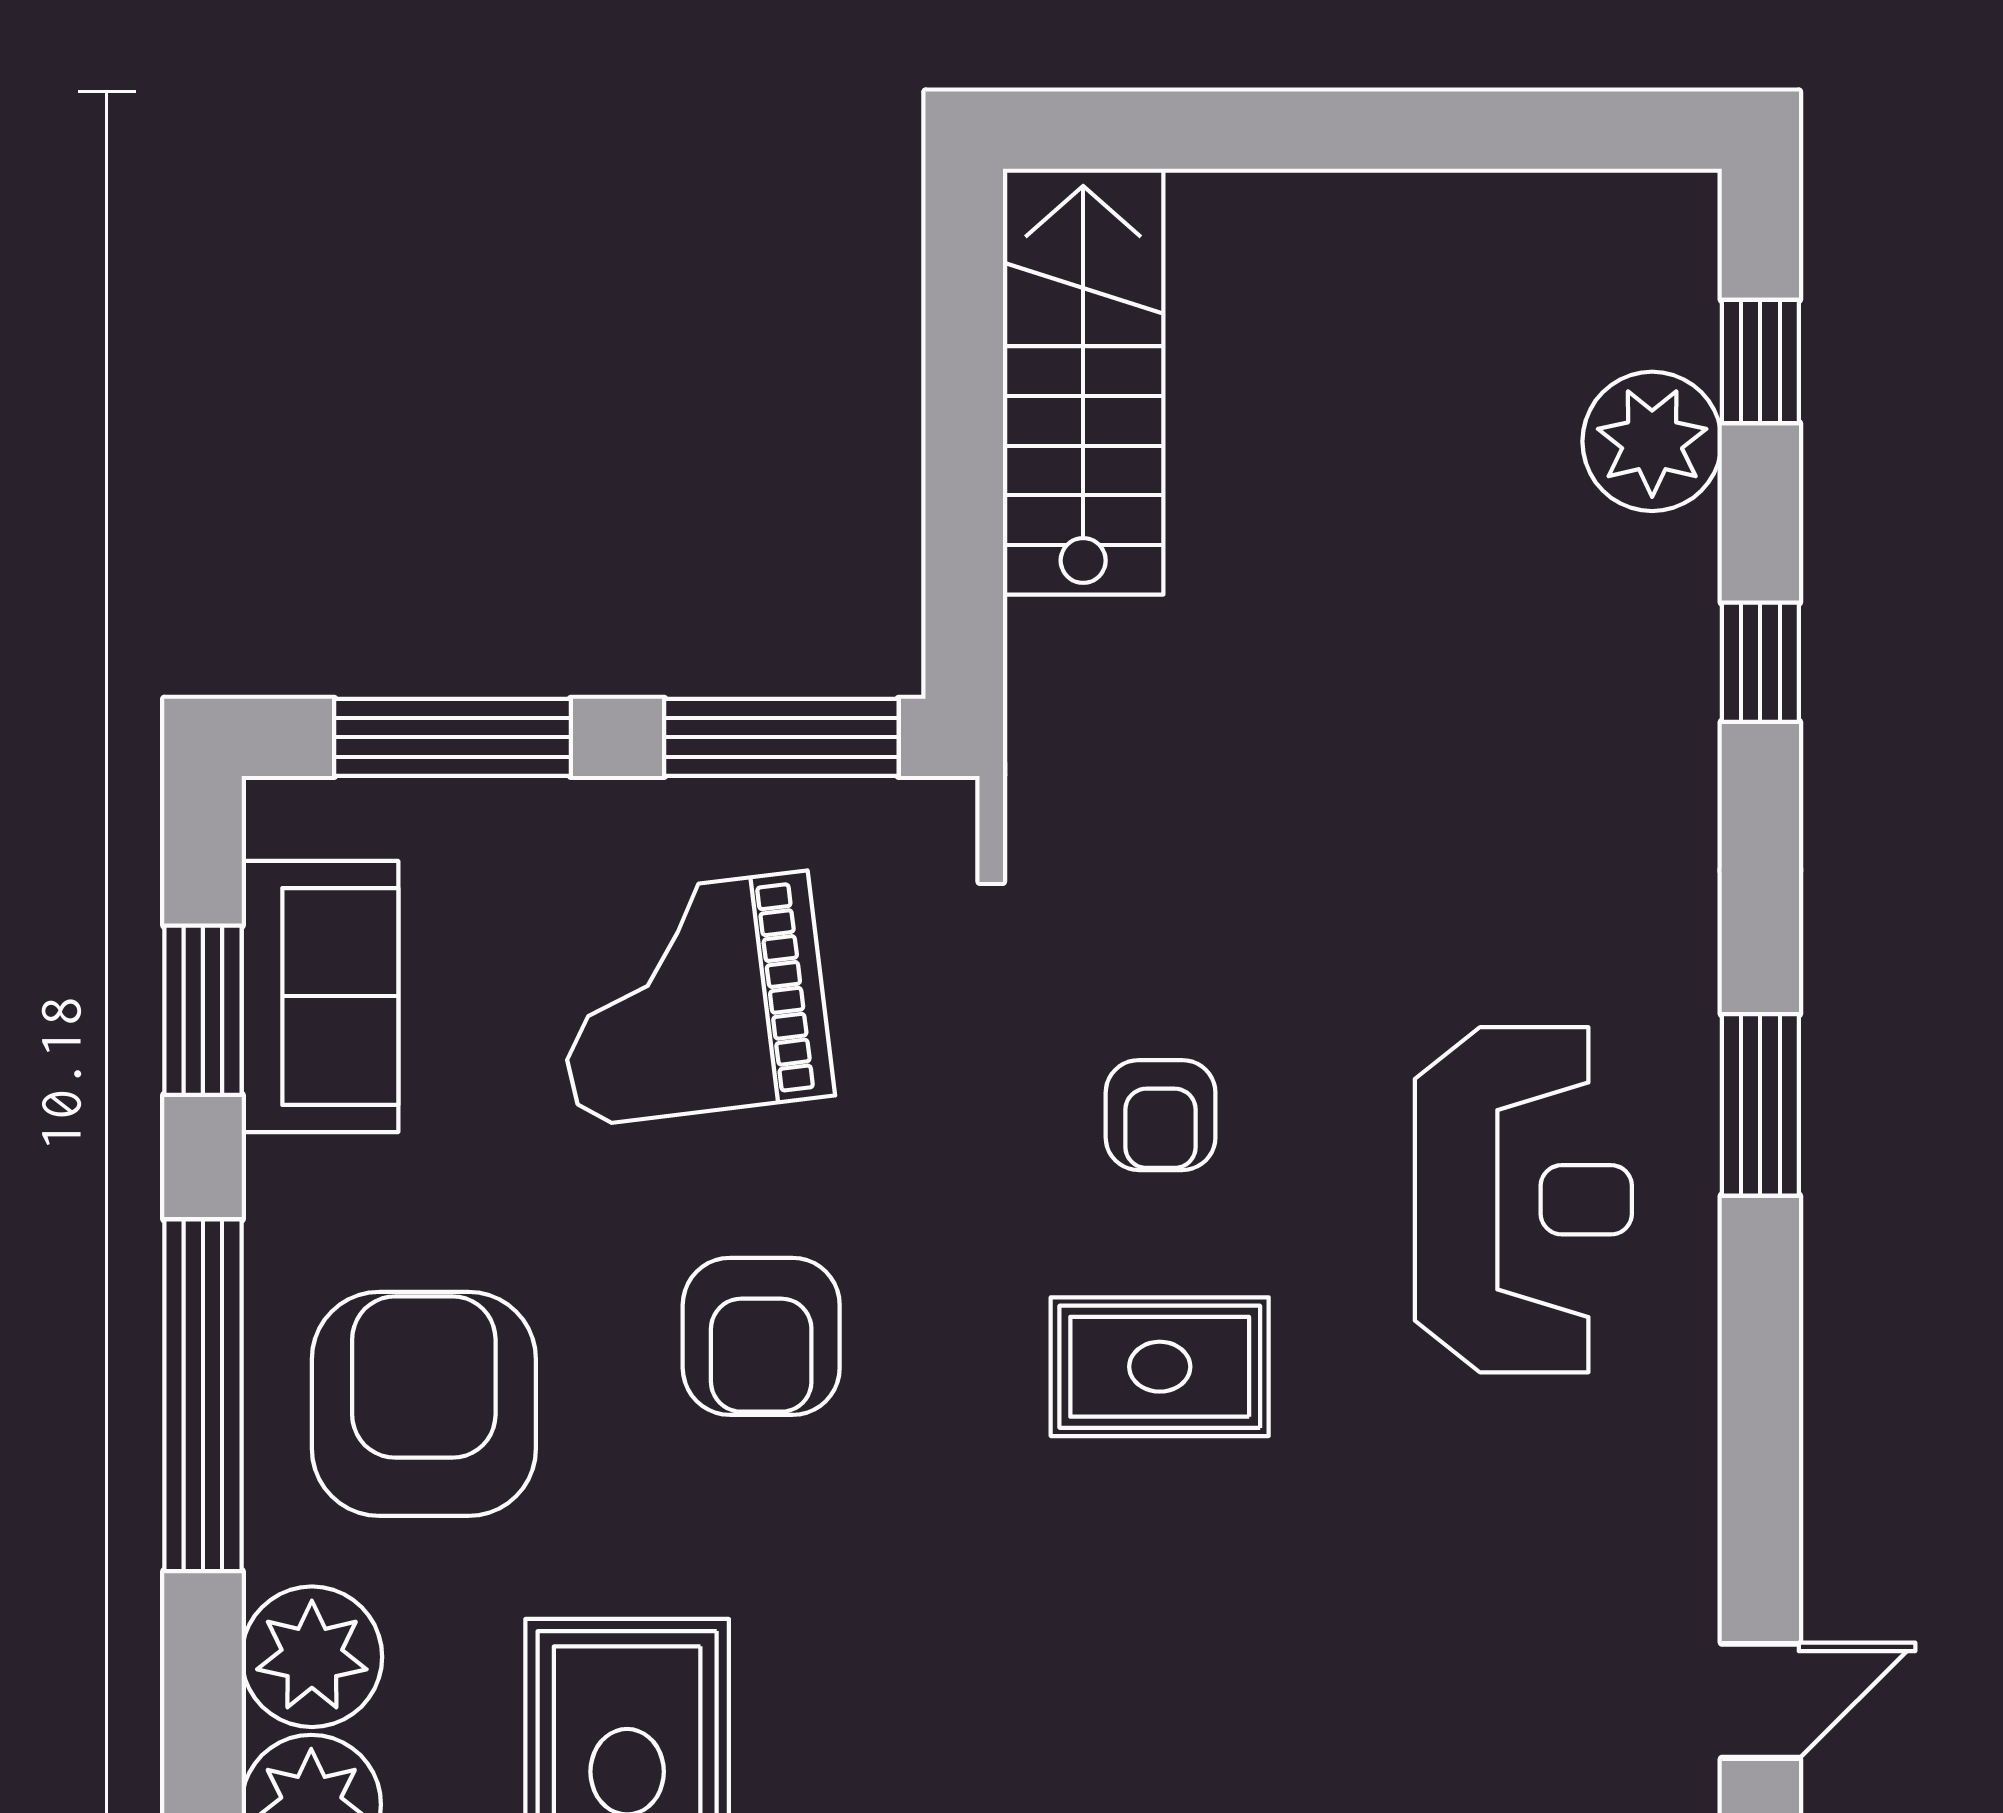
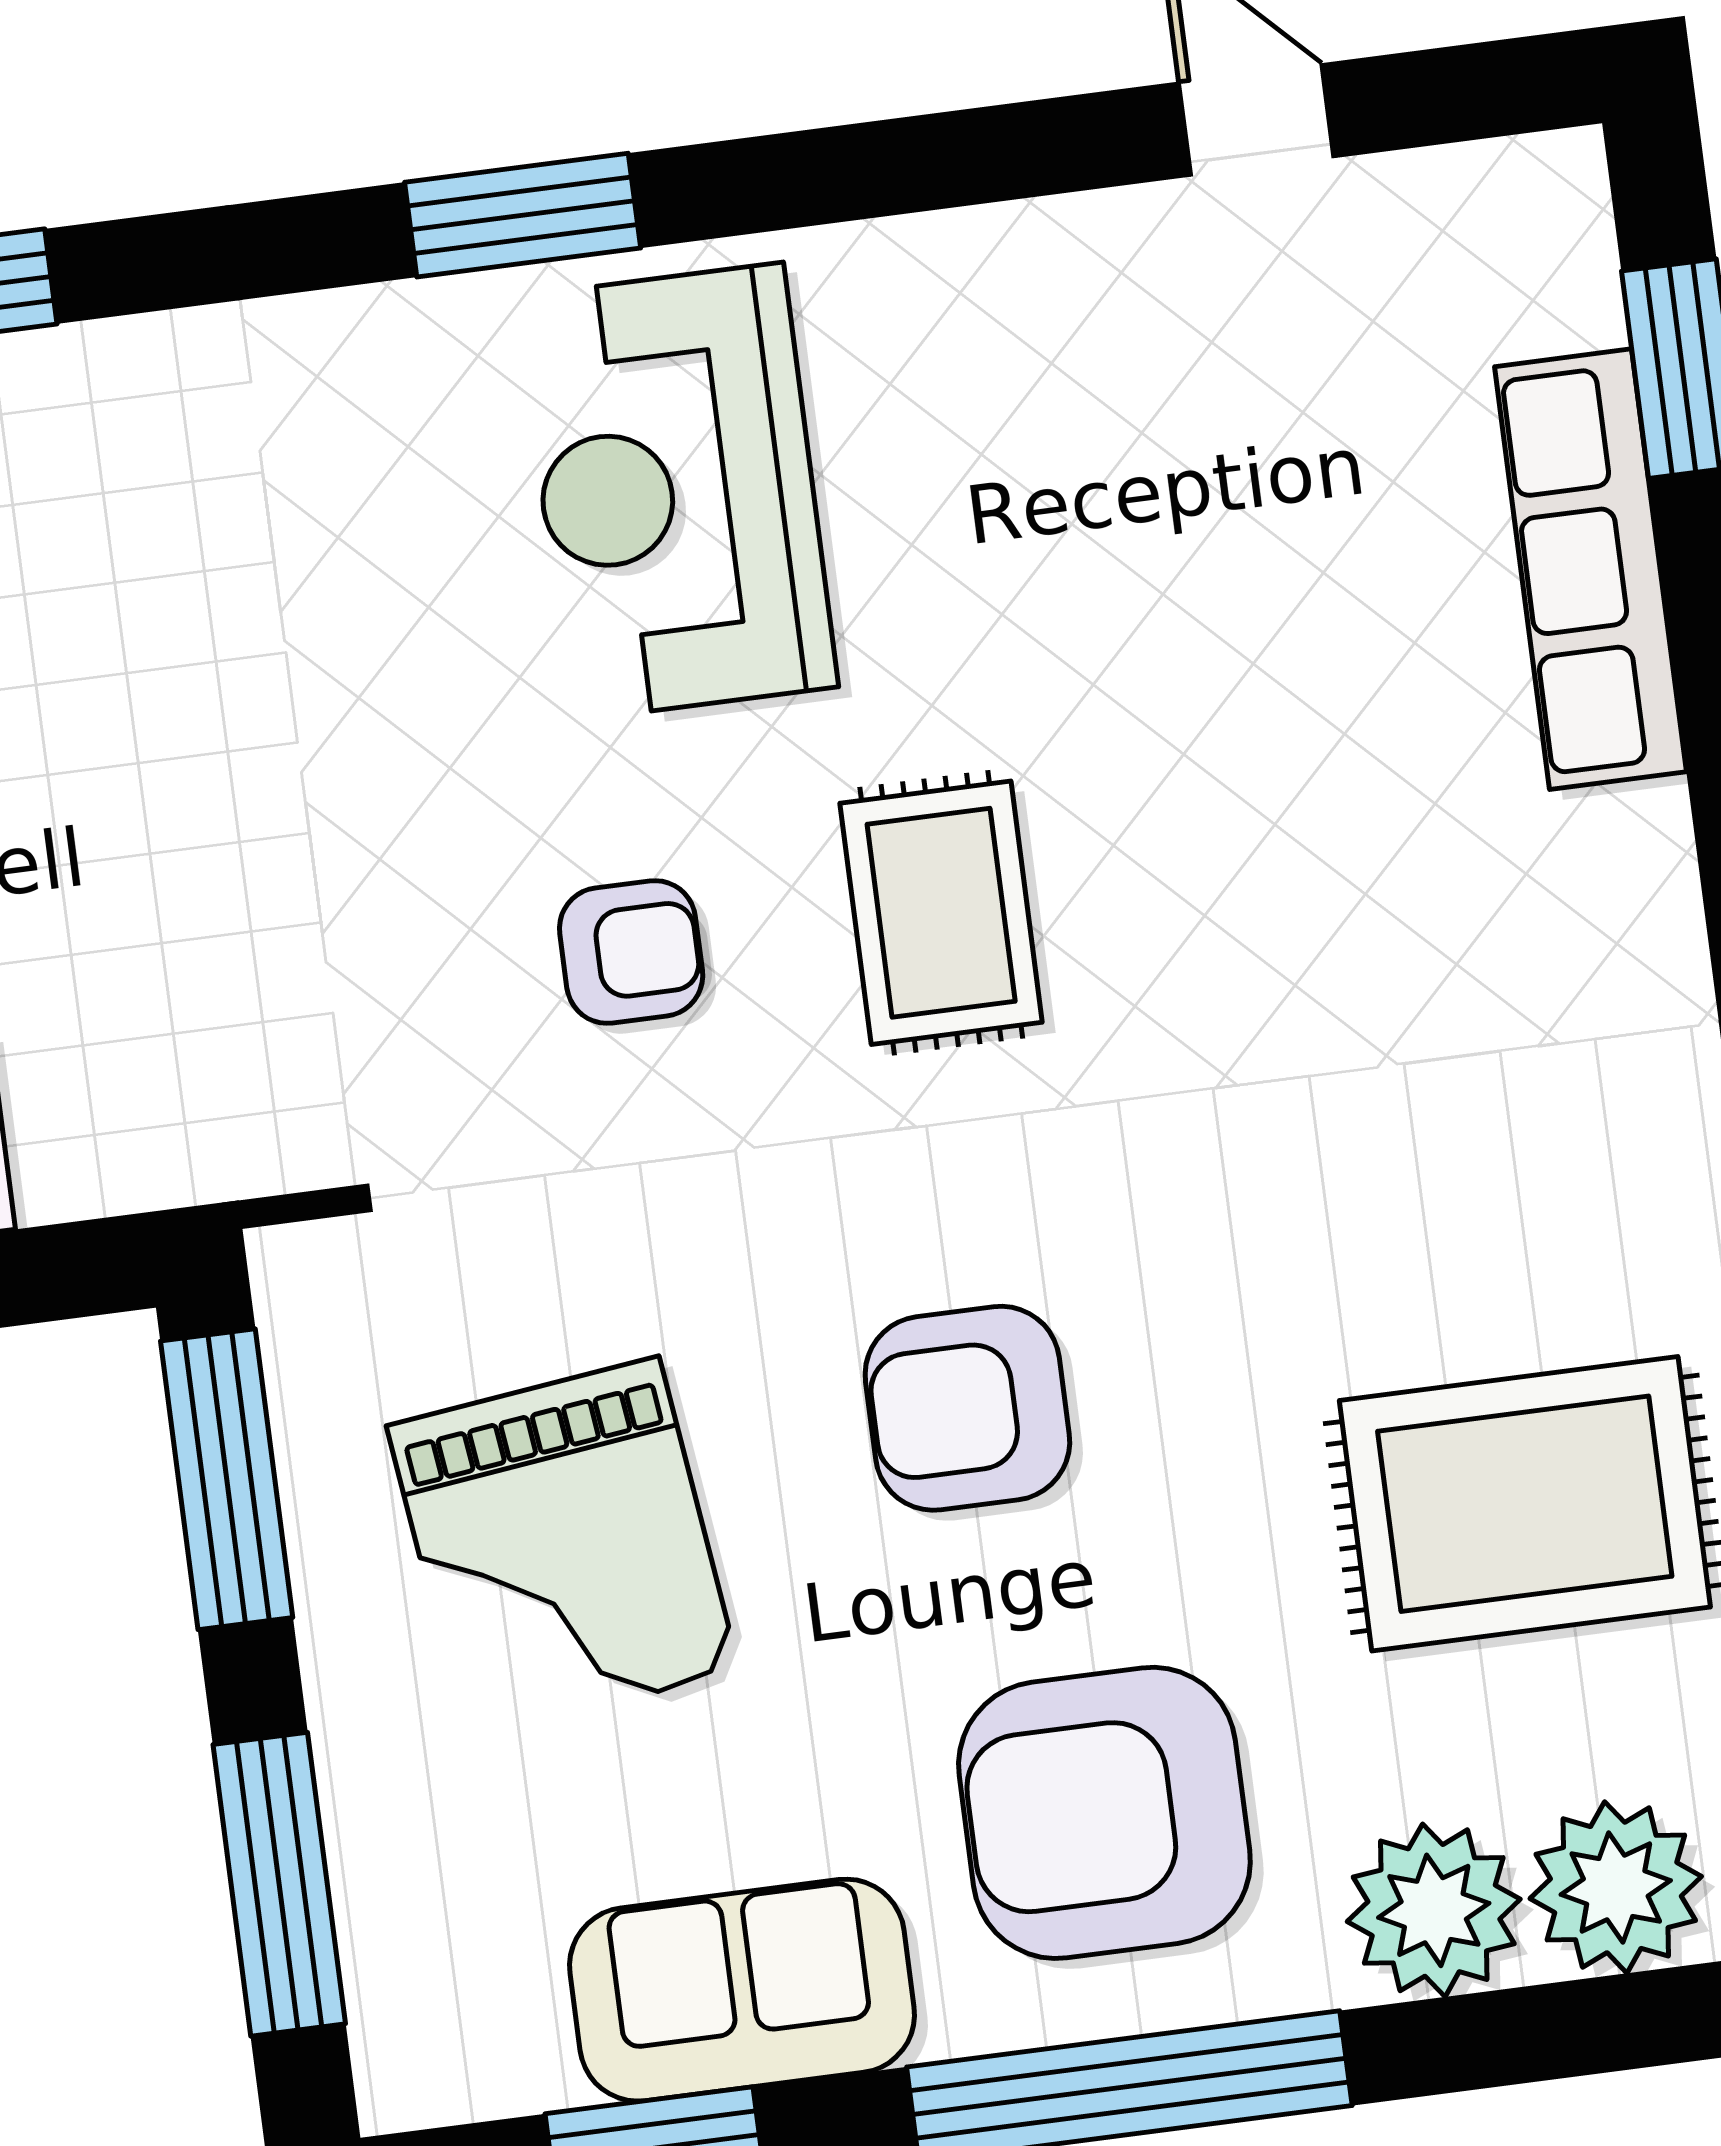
sofa: (320, 996) -> (742, 1990), moved
reception desk: (1523, 1200) -> (677, 492), turned -90
armchair: (761, 1336) -> (967, 1408), turned 180

